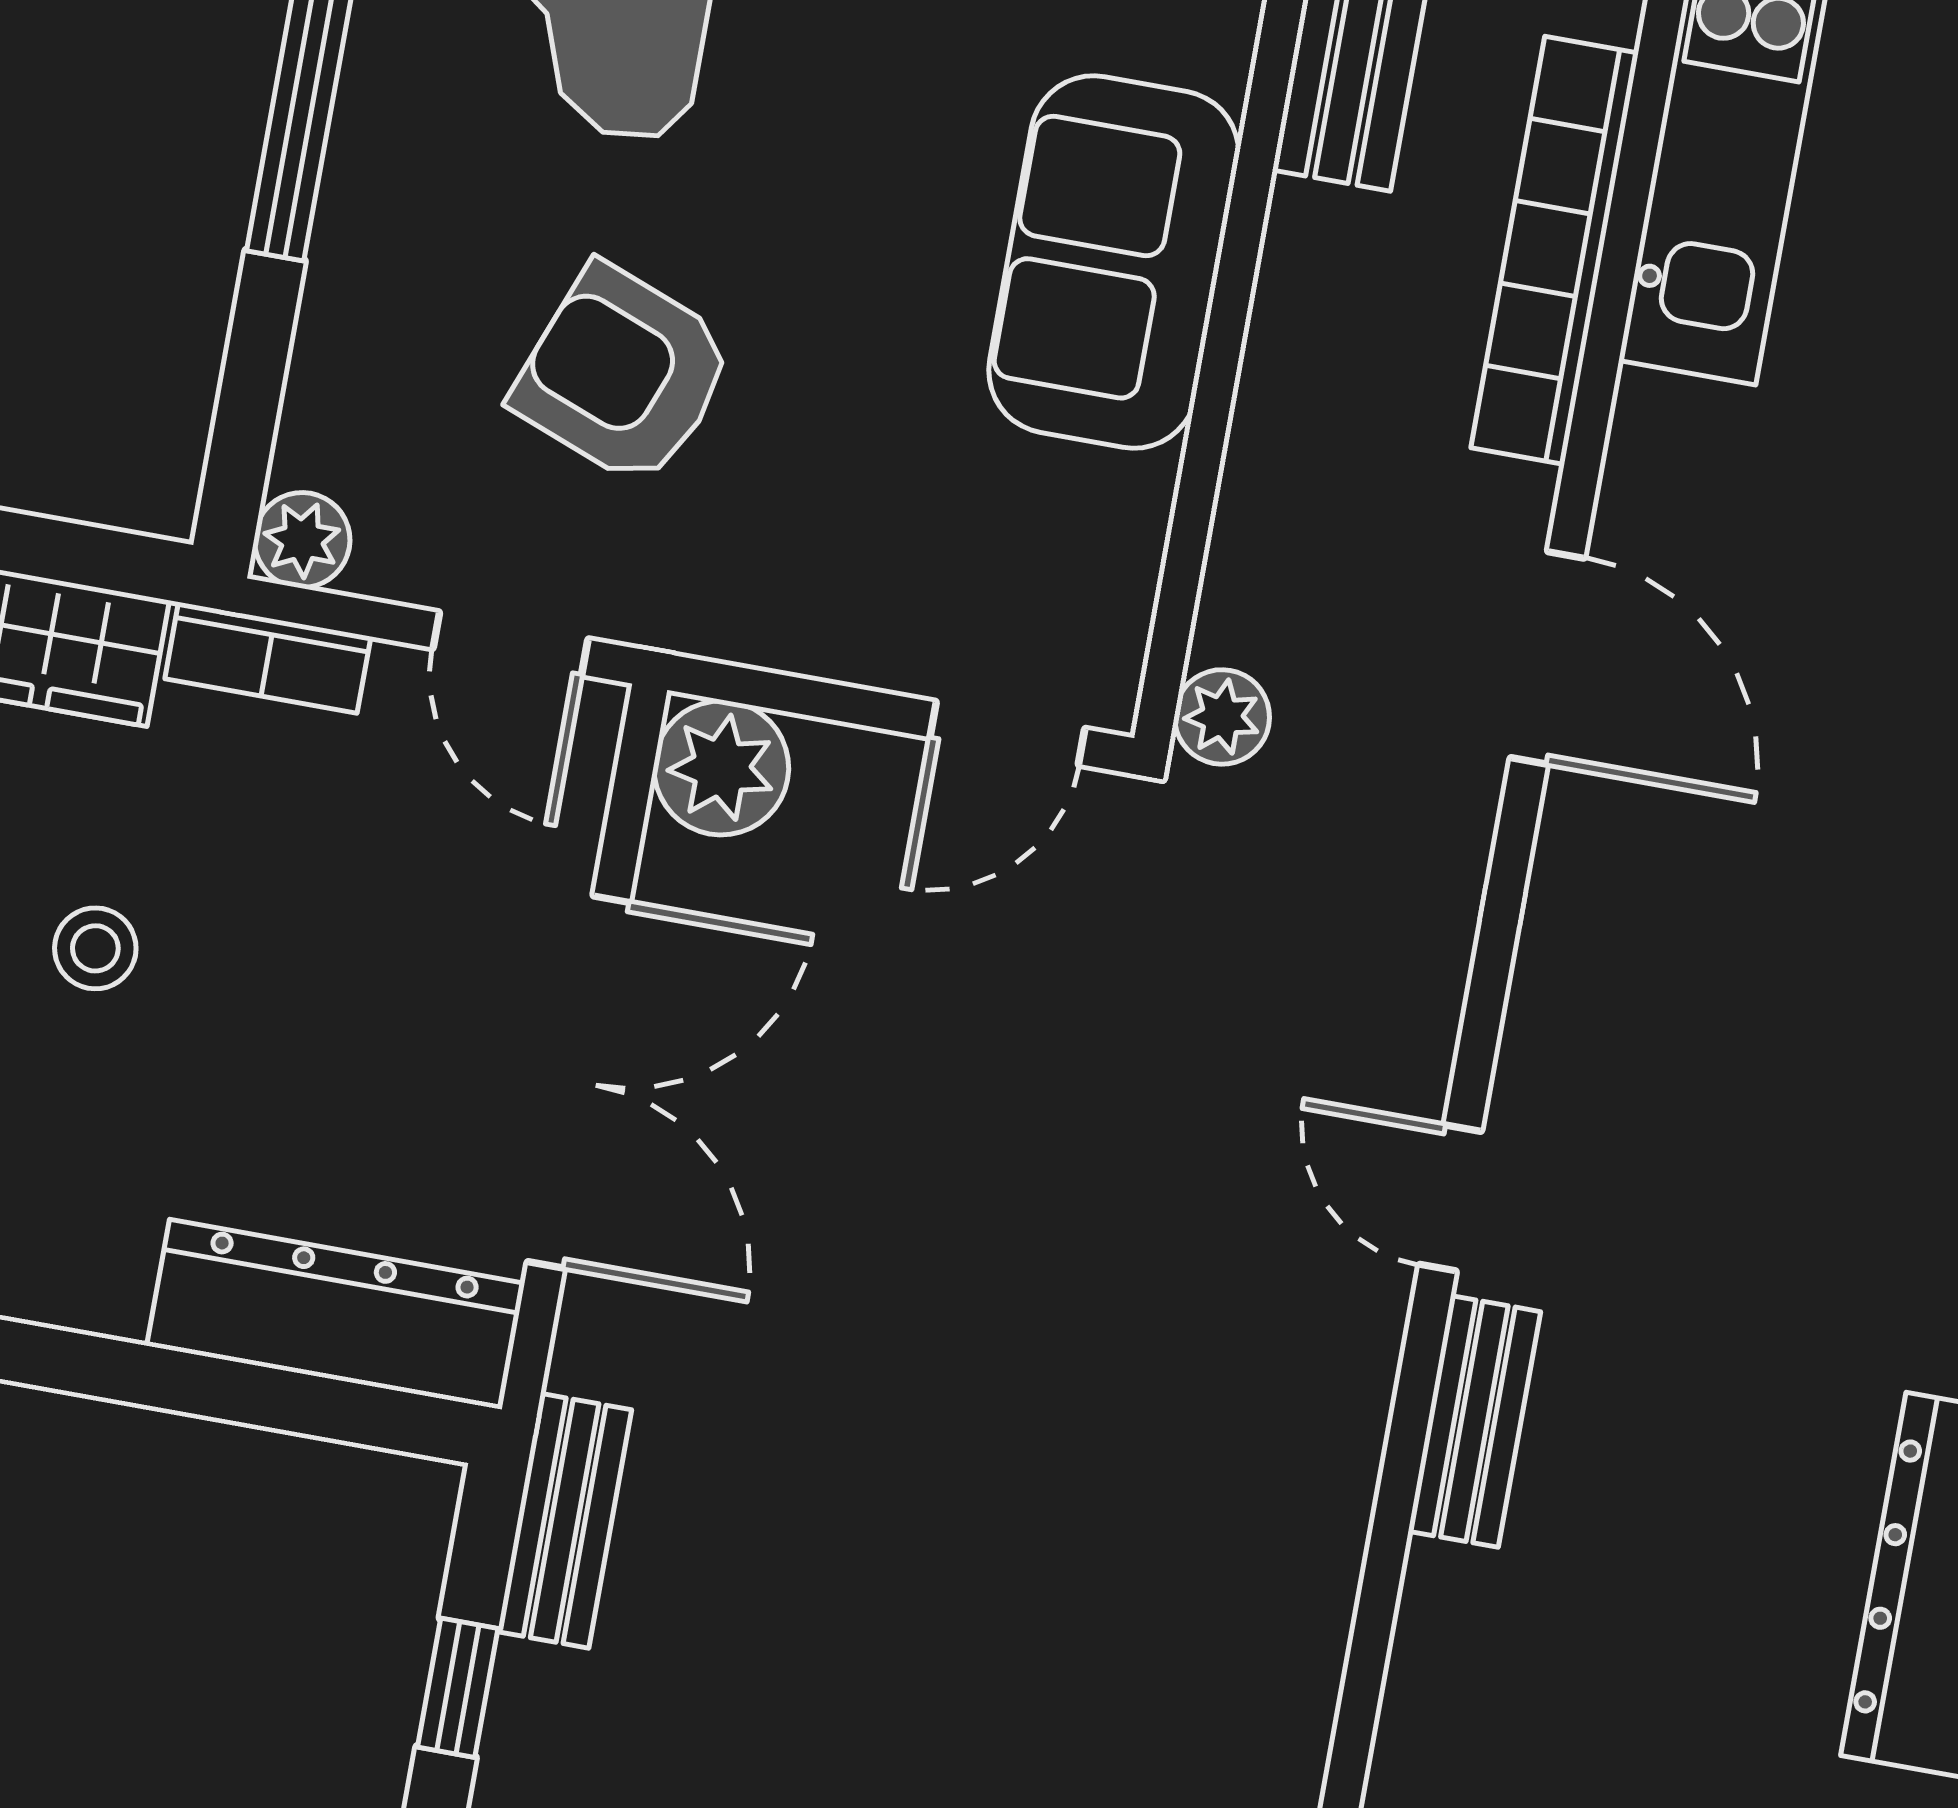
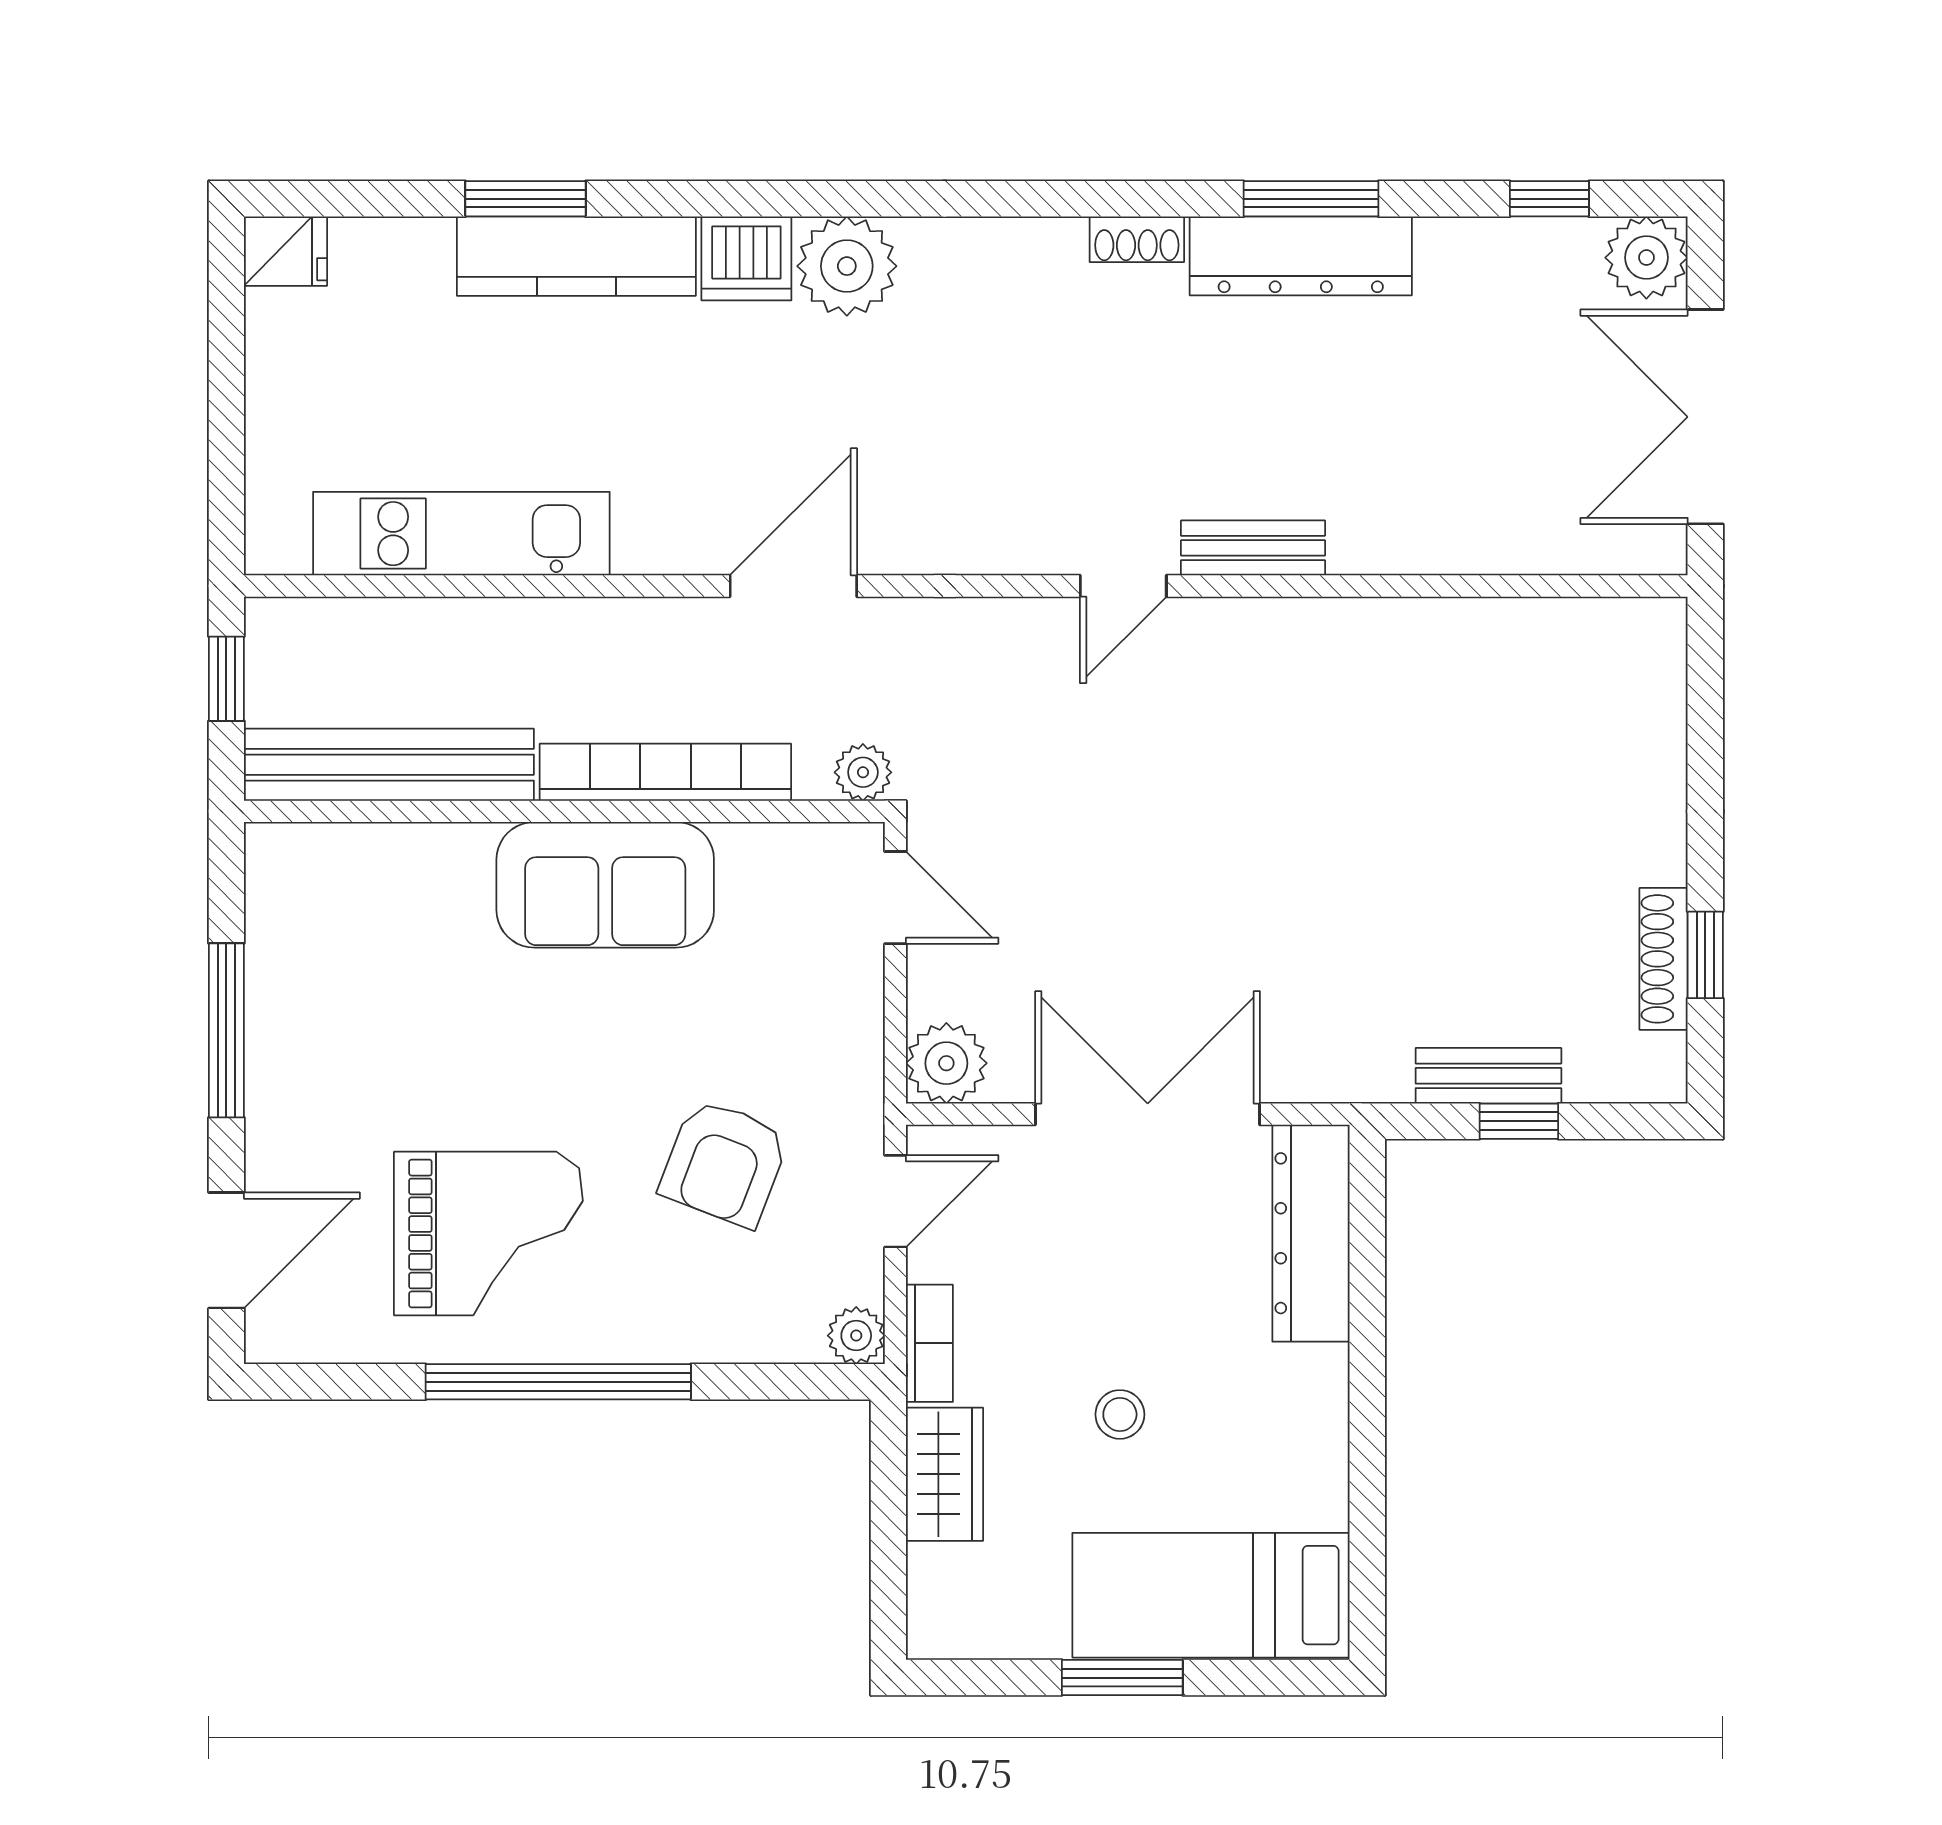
bookcase: (1555, 250) -> (665, 772), moved, turned 180
bench: (565, 1521) -> (1488, 1076), moved

